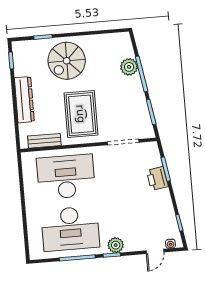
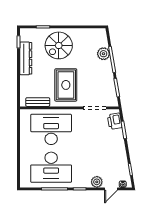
dresser: (24, 100) -> (26, 58), moved
printer: (157, 178) -> (115, 121), moved
plant: (116, 245) -> (97, 182), moved

